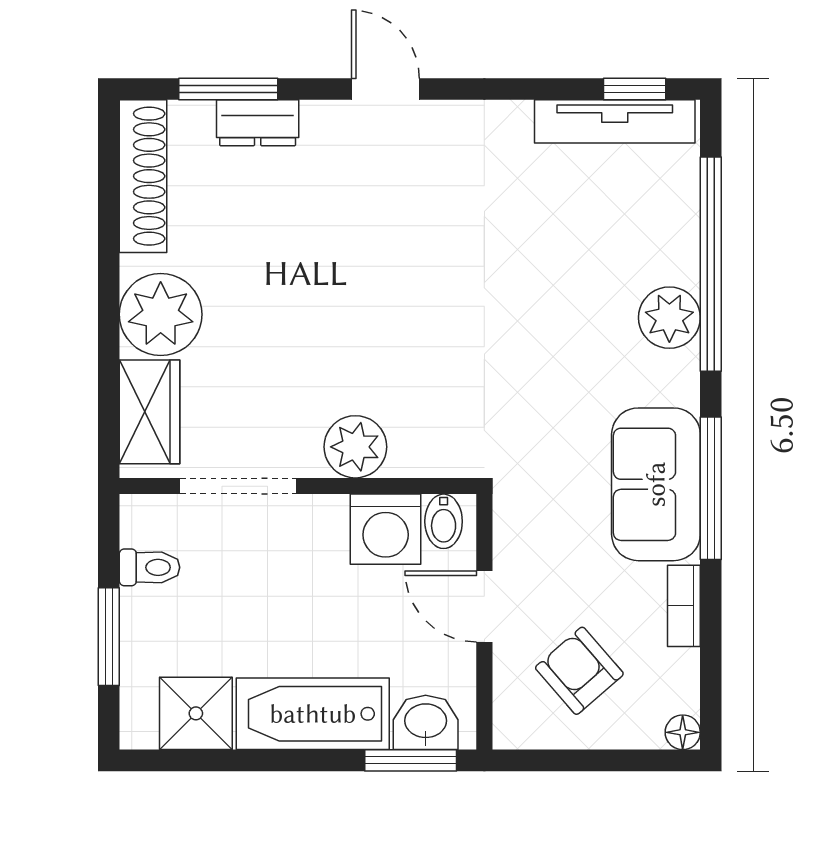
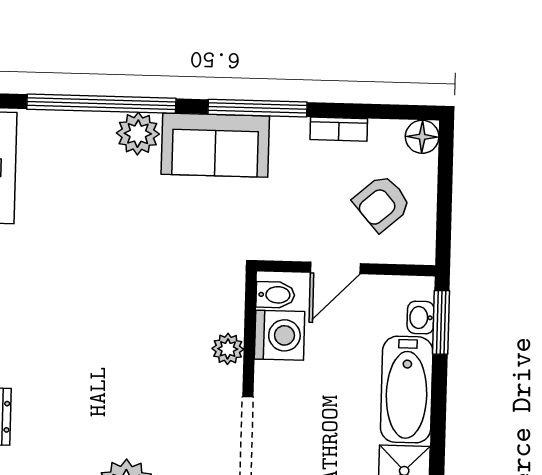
plant: (355, 447) -> (228, 349), width x0.73, depth x0.73
sofa: (656, 484) -> (215, 145), moved
washbasin: (426, 722) -> (421, 318), width x0.72, depth x0.69
floor lamp: (683, 732) -> (422, 137), width x1.37, depth x1.37

